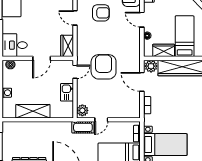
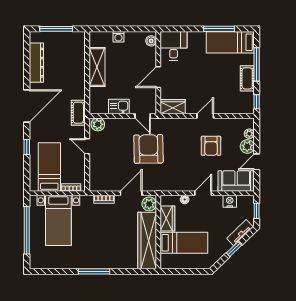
door: (42, 58) -> (158, 77), hinge flipped
armchair: (104, 67) -> (148, 149), turned -91
cot: (83, 127) -> (78, 113), moved

